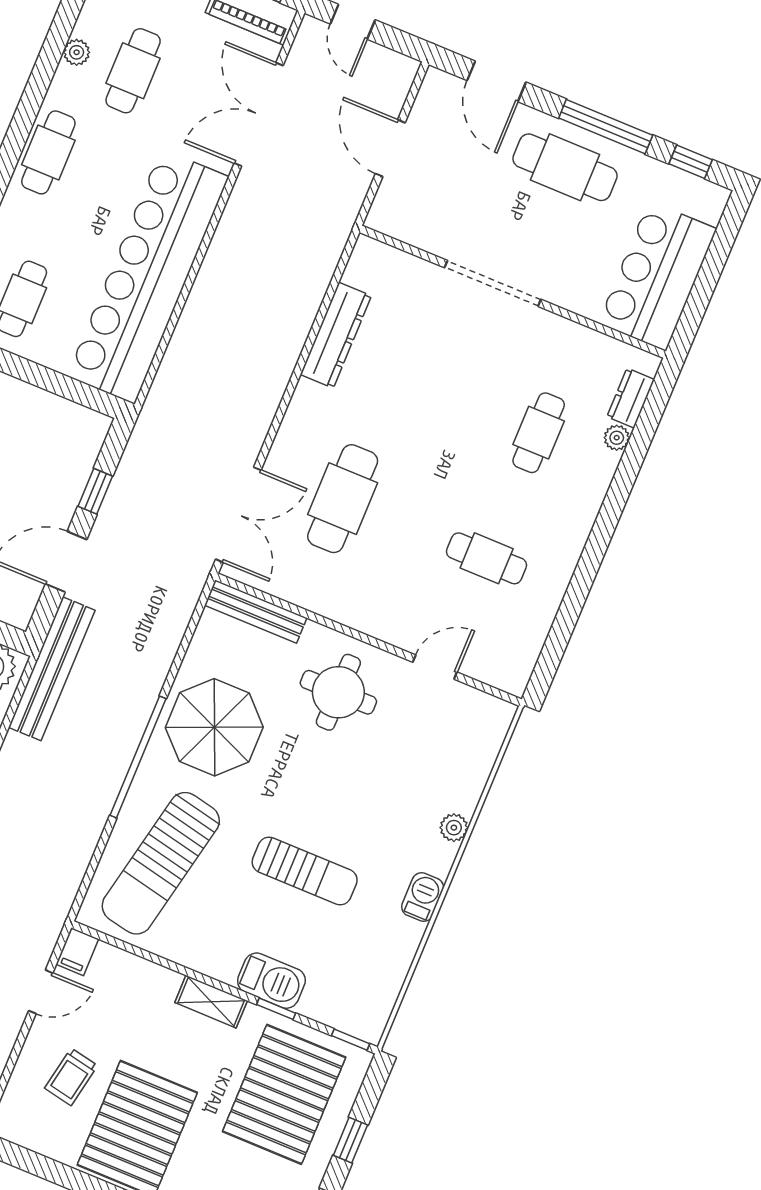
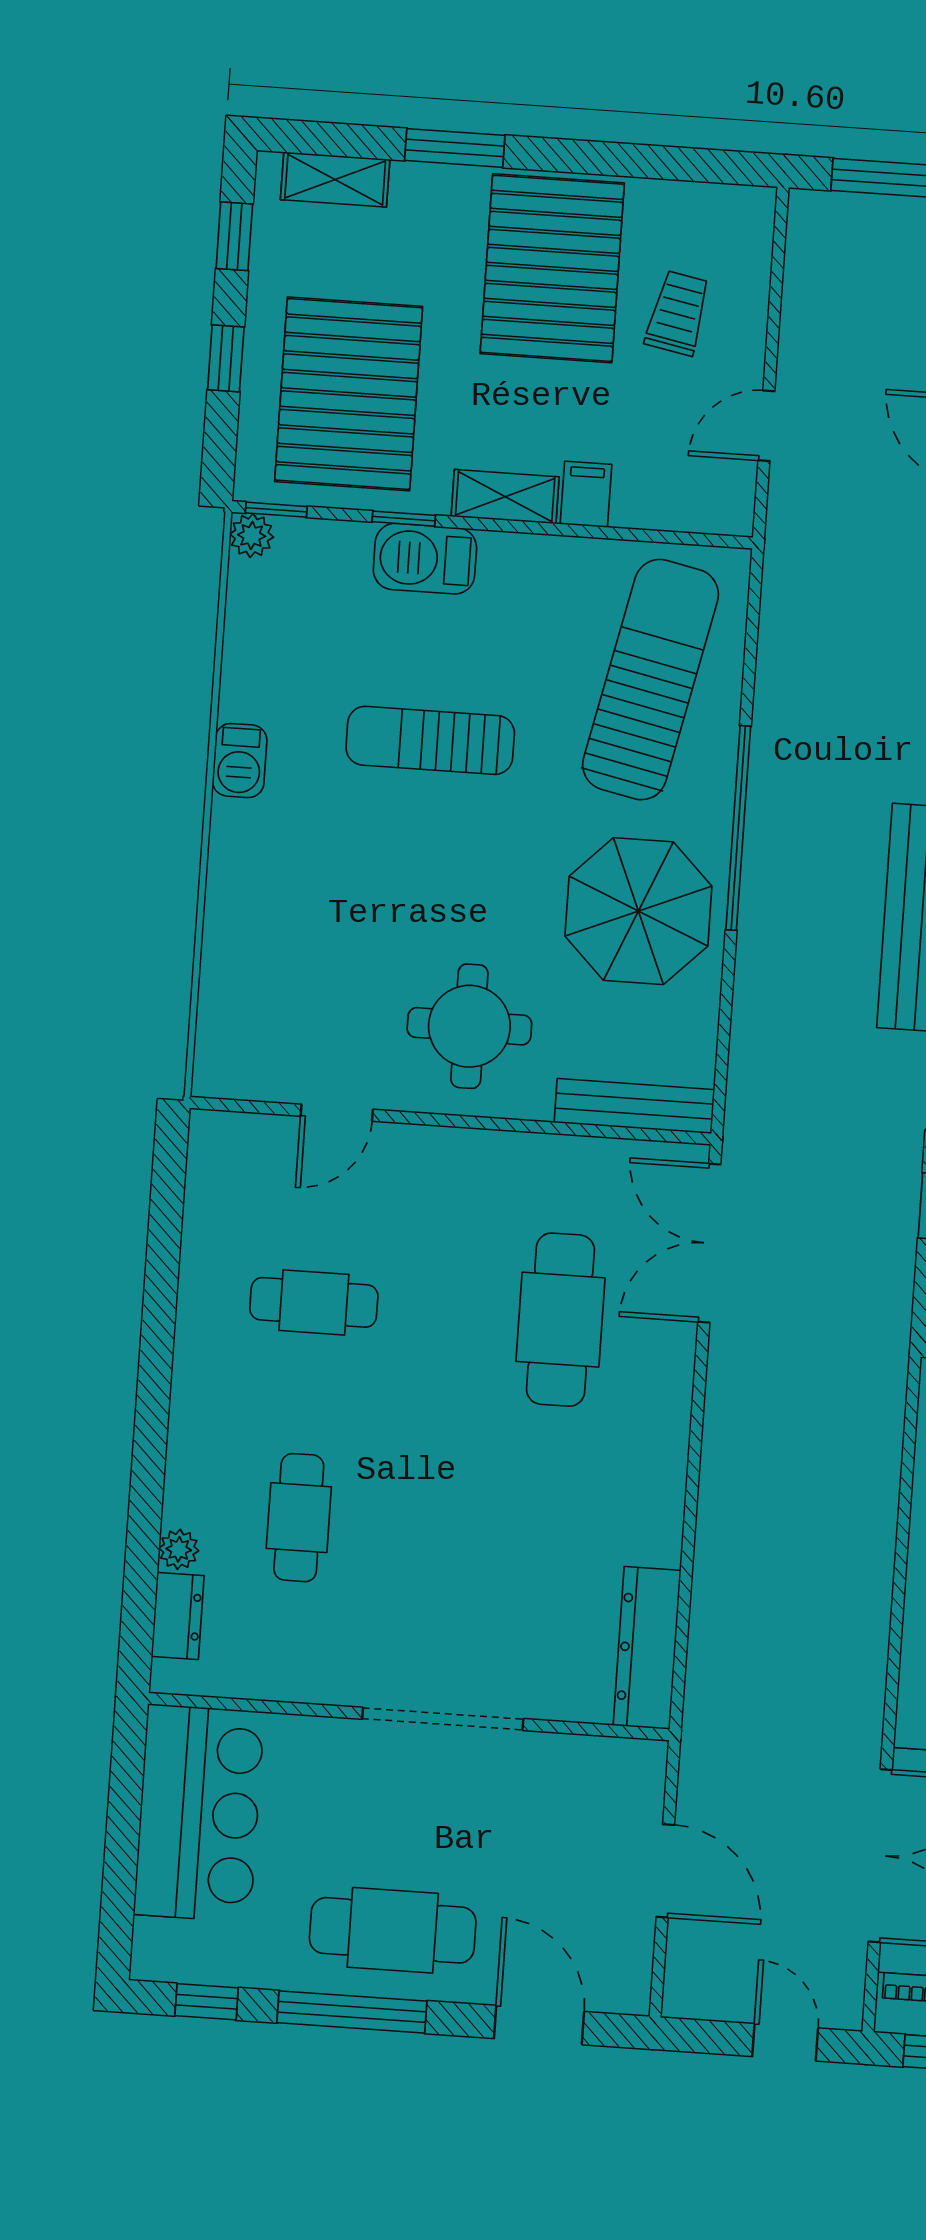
dresser: (336, 335) -> (647, 1648), moved
plant: (454, 828) -> (252, 535), moved
filing cabinet: (77, 952) -> (586, 494), moved

